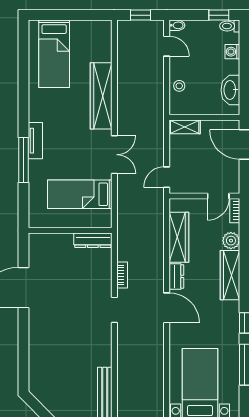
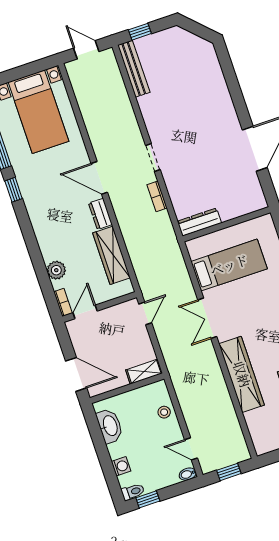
wardrobe: (230, 275) -> (45, 234), removed

